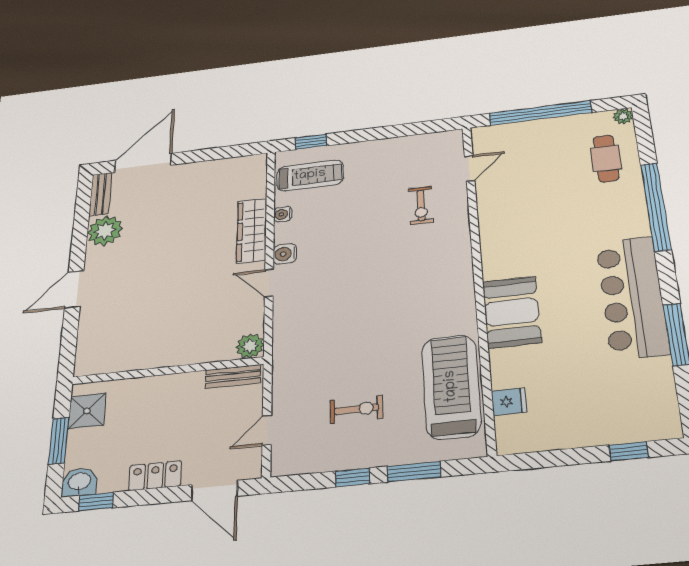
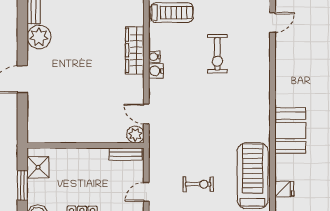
exercise bike: (421, 205) -> (217, 54), moved, width x1.38, depth x1.39
water cooler: (283, 214) -> (154, 57), moved
door: (269, 283) -> (146, 114), moved

